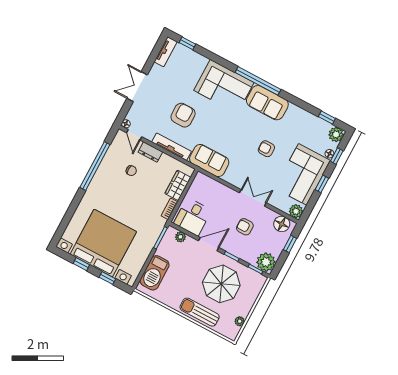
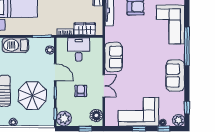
sofa: (267, 103) -> (175, 76), moved
armchair: (266, 149) -> (143, 77), removed
sofa: (209, 161) -> (114, 57), moved
plant: (296, 211) -> (110, 121), removed
desk: (193, 217) -> (79, 49), moved, turned 90

